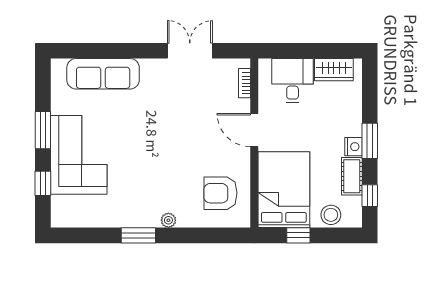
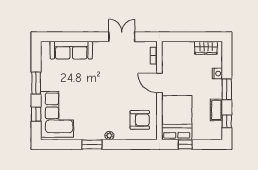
desk: (293, 81) -> (182, 54), removed
nightstand: (353, 147) -> (217, 74), moved
corner sofa: (79, 155) -> (57, 114), moved
armchair: (220, 193) -> (140, 120), turned 180
stool: (331, 215) -> (204, 132), removed

